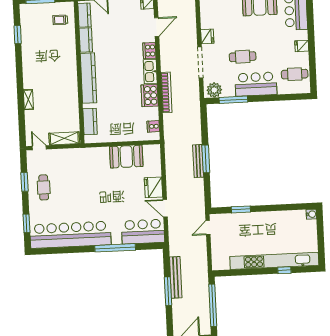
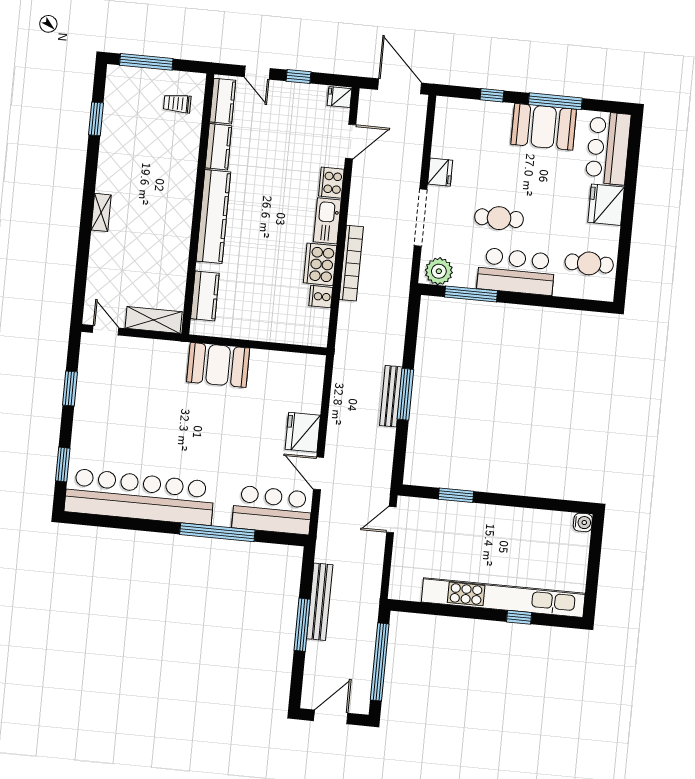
fridge: (302, 46) -> (606, 205), width x1.88, depth x1.34
shelving: (28, 100) -> (101, 212), moved
cooker: (153, 126) -> (321, 297), moved
booth: (126, 157) -> (218, 365), moved
cafe table: (44, 187) -> (103, 404), removed

